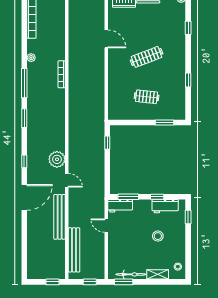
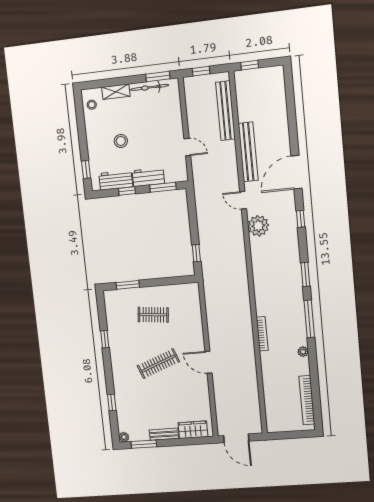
door: (106, 39) -> (208, 362), moved
workbench: (120, 206) -> (148, 177), moved

